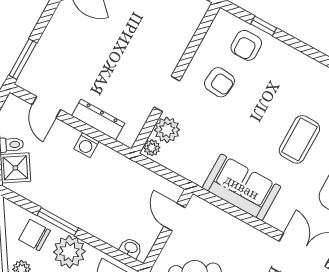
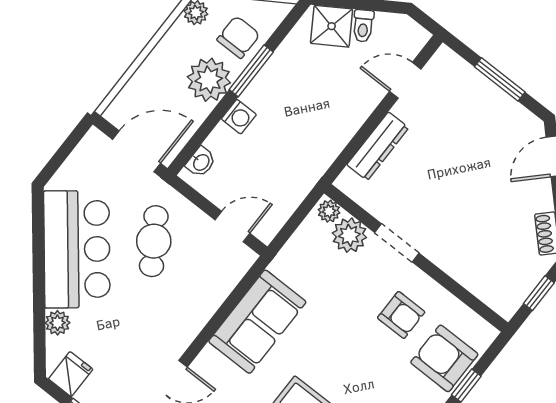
armchair: (246, 45) -> (444, 358), width x1.38, depth x1.38
window: (23, 59) -> (500, 79), moved
armchair: (219, 82) -> (401, 315), turned -96
washing machine: (86, 145) -> (239, 117), moved, turned 180

